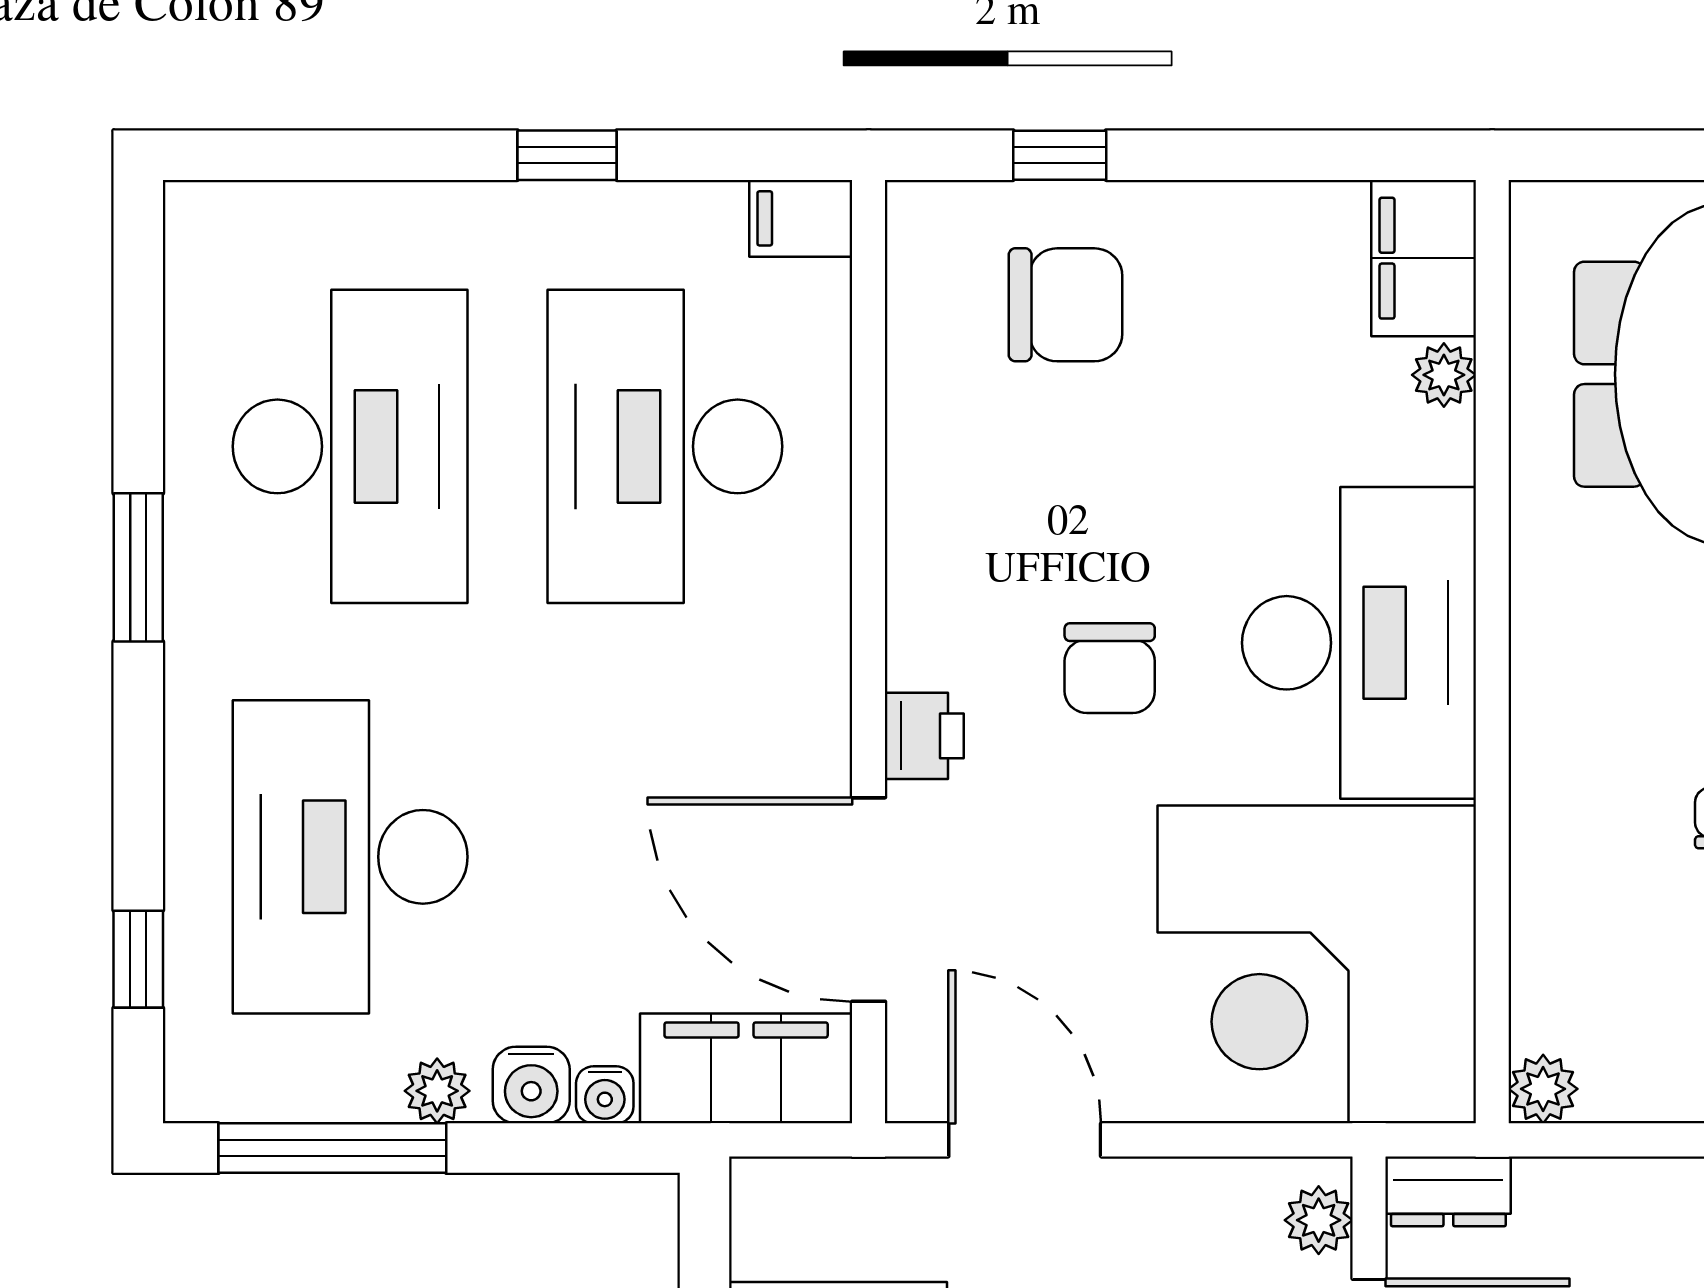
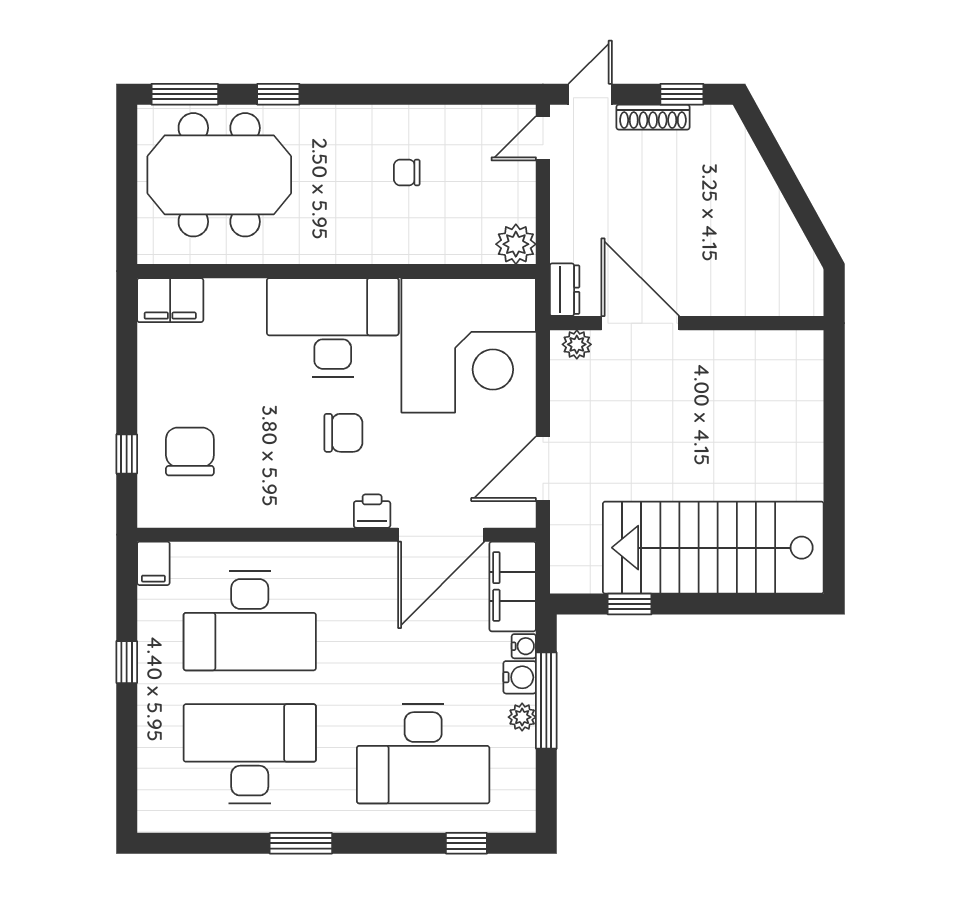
plant: (1444, 375) -> (220, 292), removed
plant: (1543, 1089) -> (516, 244), width x1.38, depth x1.38
window: (332, 1148) -> (546, 701), moved

